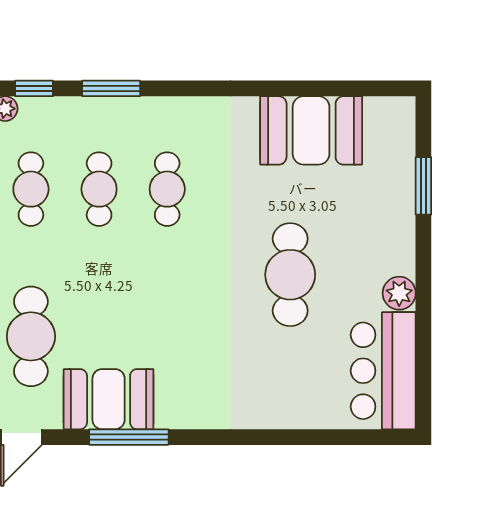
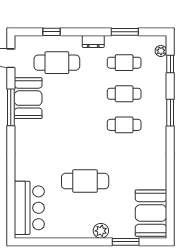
window: (111, 88) -> (170, 113), moved
booth: (311, 130) -> (151, 213), moved
plant: (399, 293) -> (101, 231), moved
bar counter: (383, 371) -> (29, 208), moved, turned 90

